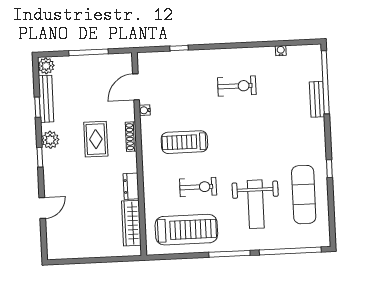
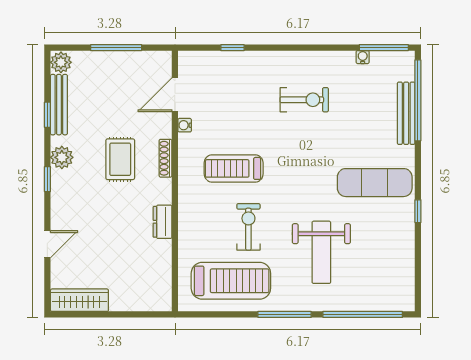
window: (297, 42) -> (384, 48), added
bench: (317, 99) -> (406, 113), width x1.36
exercise bike: (198, 187) -> (248, 227), turned -90
exercise mat: (304, 195) -> (375, 183), moved, turned 90
wardrobe: (131, 223) -> (79, 300), moved, turned 90

